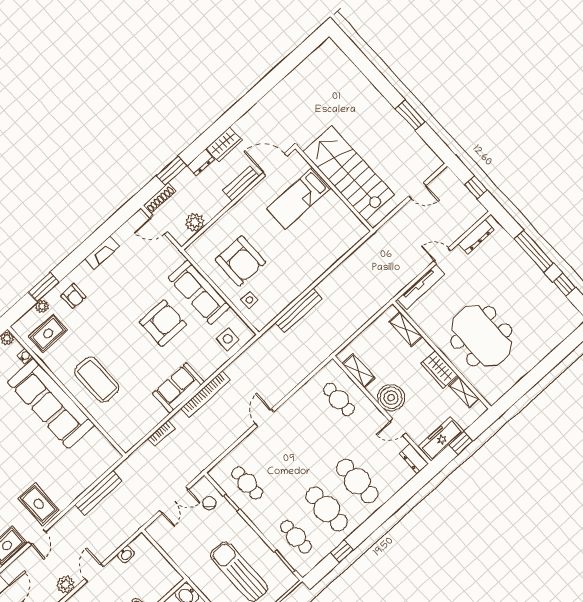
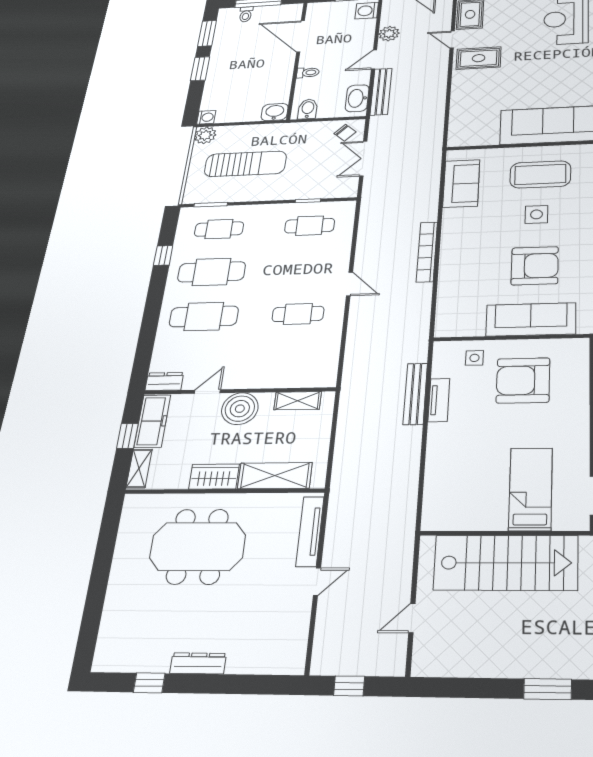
window: (410, 115) -> (548, 689), moved
dresser: (476, 237) -> (198, 663), moved, turned 90
window: (534, 251) -> (217, 684), removed
tv unit: (291, 294) -> (439, 400), added
armchair: (163, 323) -> (535, 266), turned -90
shelving: (406, 329) -> (275, 476), width x1.50, depth x1.33
side table: (228, 339) -> (536, 214), moved
sofa: (178, 388) -> (461, 183), moved
shelving: (464, 392) -> (139, 468), moved, turned 90
cafe table: (339, 399) -> (298, 314), moved
bookcase: (161, 433) -> (433, 190), removed
bench: (98, 493) -> (381, 92), moved
chair: (209, 503) -> (345, 133), moved
washbasin: (126, 554) -> (357, 98), width x1.91, depth x1.45
door: (94, 573) -> (374, 59), swing flipped
bidet: (167, 576) -> (308, 109), added

